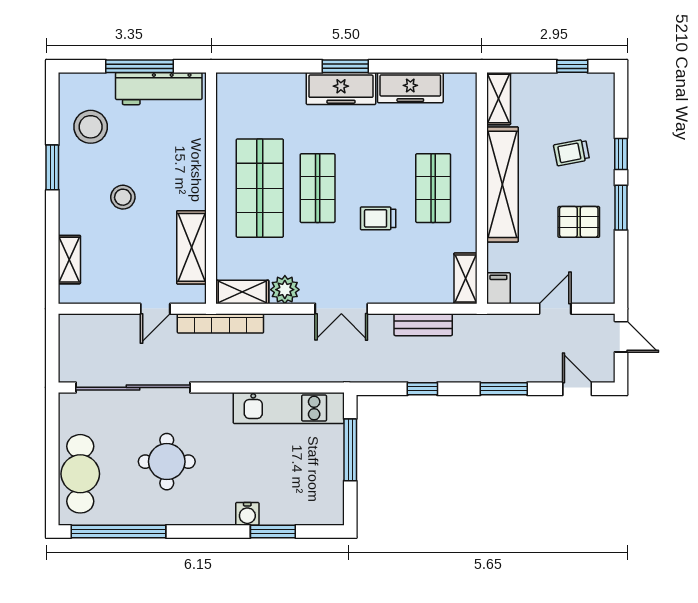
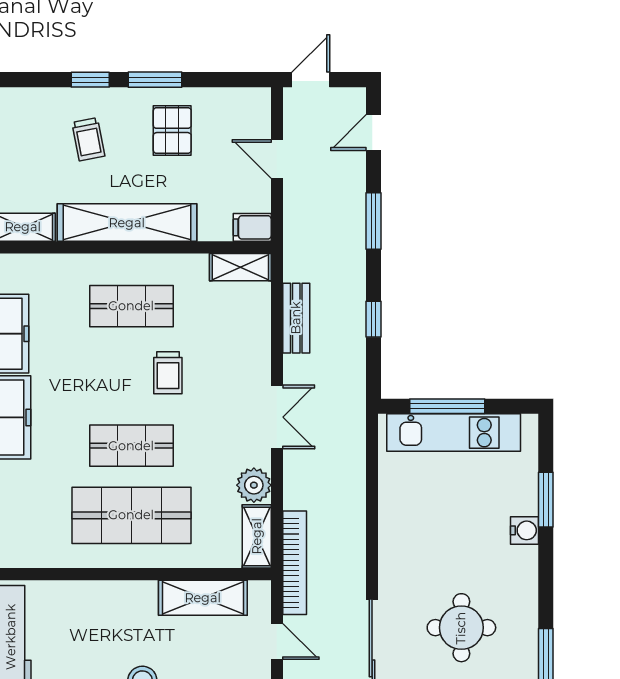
kitchen unit: (289, 408) -> (454, 433), moved, turned 90

